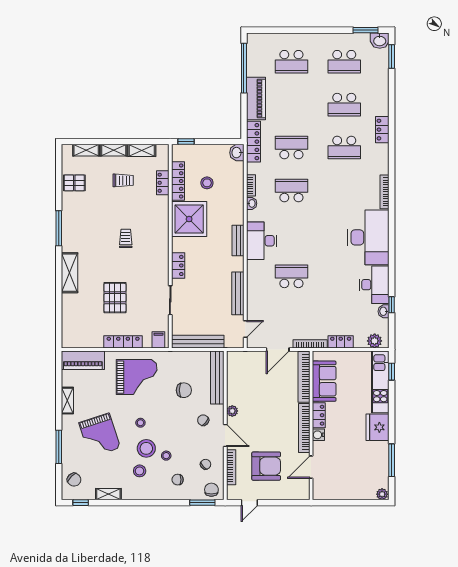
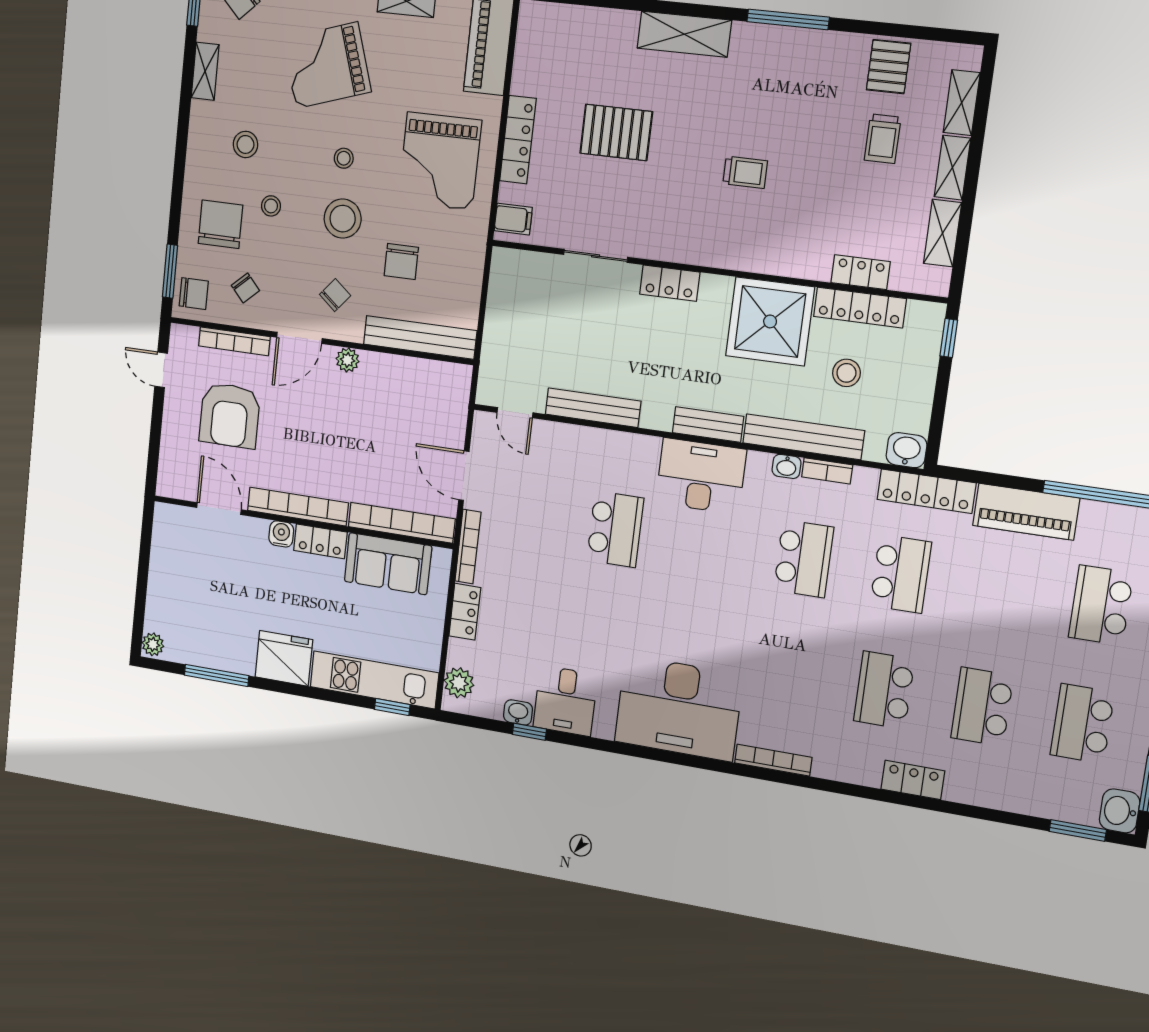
trolley: (123, 180) -> (883, 139), moved
desk: (374, 285) -> (565, 701), width x0.73
bench: (198, 342) -> (803, 437), moved, turned 90
stool: (146, 448) -> (343, 219), moved
chair: (178, 480) -> (220, 224), width x1.87, depth x1.87

